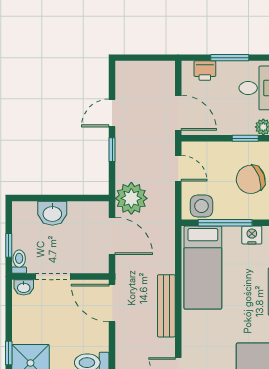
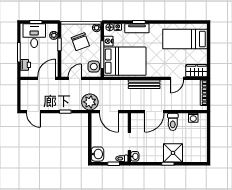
door: (112, 113) -> (33, 112), moved
washbasin: (52, 213) -> (97, 154), moved
door: (112, 236) -> (109, 112), swing flipped
bed: (203, 268) -> (125, 61), width x1.50
door: (112, 303) -> (154, 112), moved

